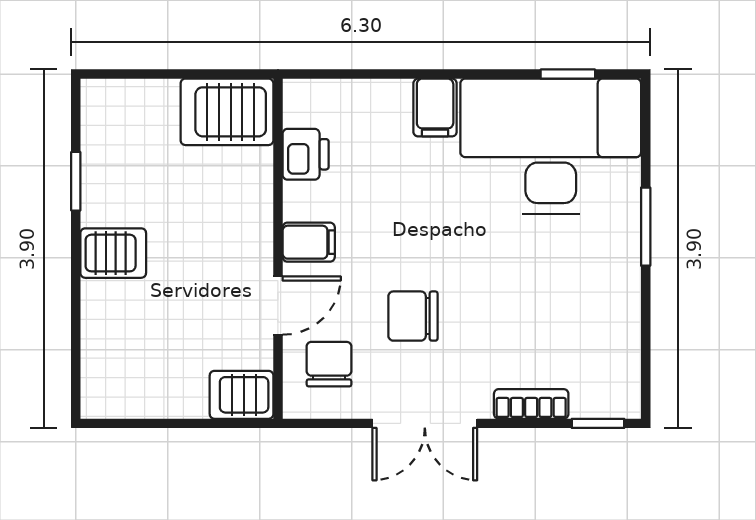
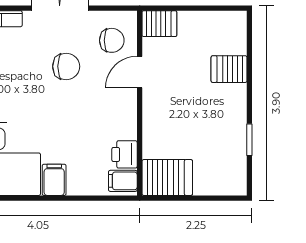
filing cabinet: (309, 242) -> (123, 181), moved
server rack: (113, 253) -> (229, 69), moved
chair: (329, 364) -> (112, 40), turned -90

